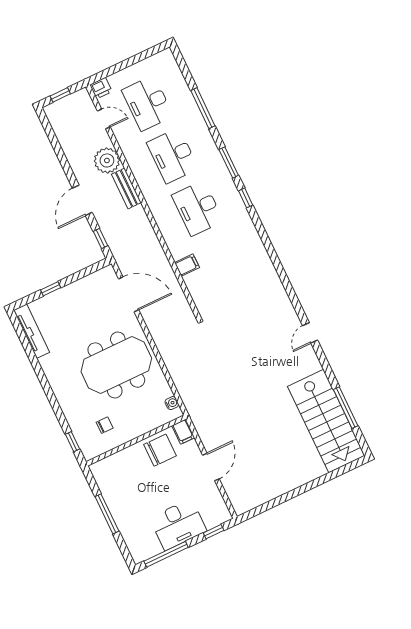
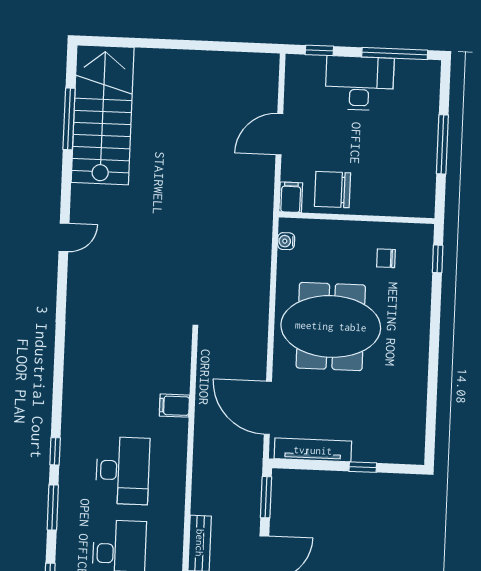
window: (100, 239) -> (266, 497), width x1.50
tv unit: (31, 331) -> (313, 450), moved, turned 90

